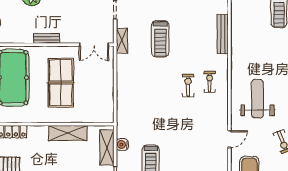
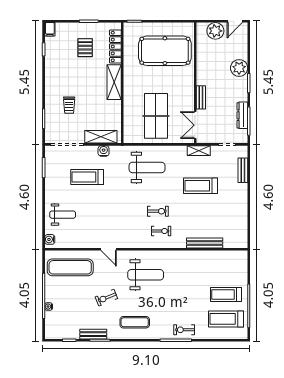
bench: (47, 38) -> (201, 97), moved
table tennis table: (61, 83) -> (156, 116), moved, turned 90
weight bench: (140, 97) -> (147, 167), added
shelving: (68, 133) -> (114, 82), moved

